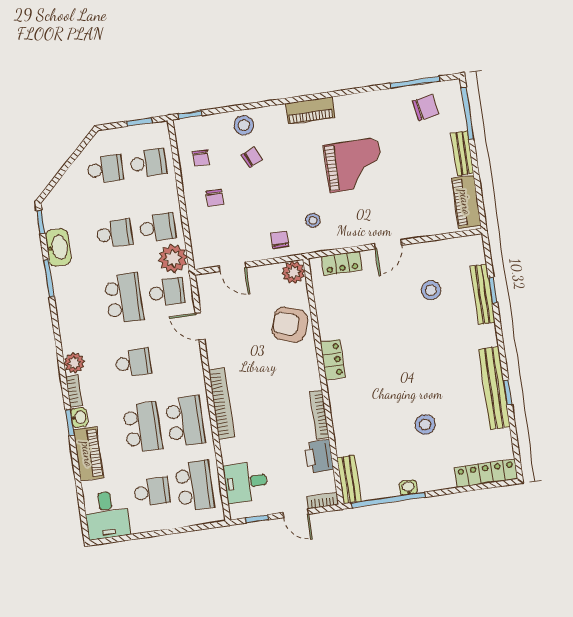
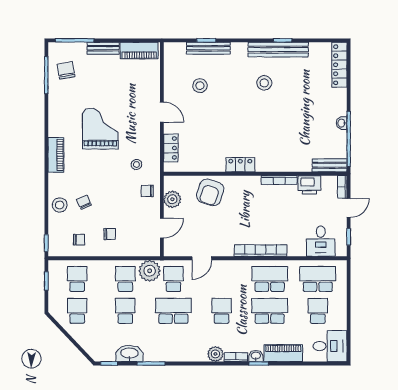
plant: (293, 272) -> (172, 199), moved
stool: (425, 424) -> (264, 83), moved

